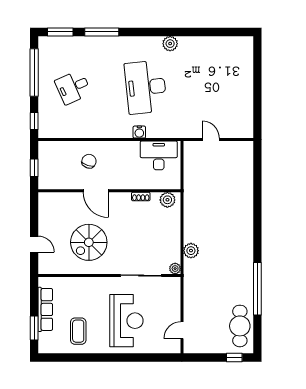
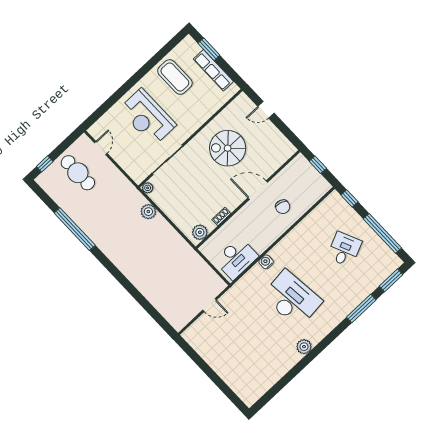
spiral stairs: (89, 242) -> (228, 148), turned -90
cafe table: (240, 326) -> (78, 173), moved
coffee table: (78, 331) -> (175, 77), width x1.36, depth x1.32

